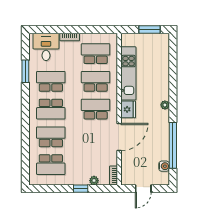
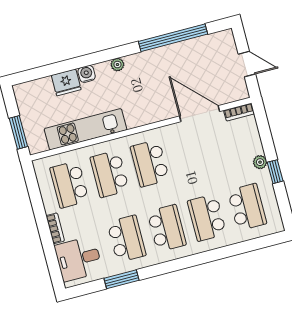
window: (149, 29) -> (18, 132), moved
school desk: (51, 81) -> (127, 239), turned 180
fridge: (128, 109) -> (66, 82), moved, turned 180
door: (119, 137) -> (200, 114), moved
water cooler: (164, 166) -> (87, 74), moved
plant: (94, 181) -> (260, 162), moved
window: (81, 189) -> (275, 172), moved

